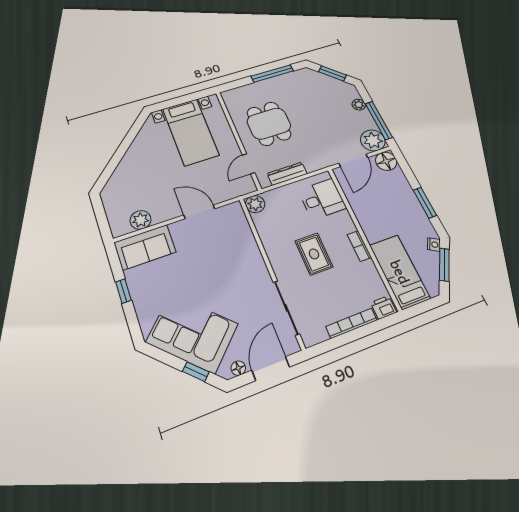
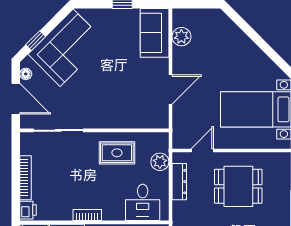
door: (248, 164) -> (202, 150), hinge flipped
plant: (255, 204) -> (160, 162), moved
rug: (314, 254) -> (117, 153), moved

